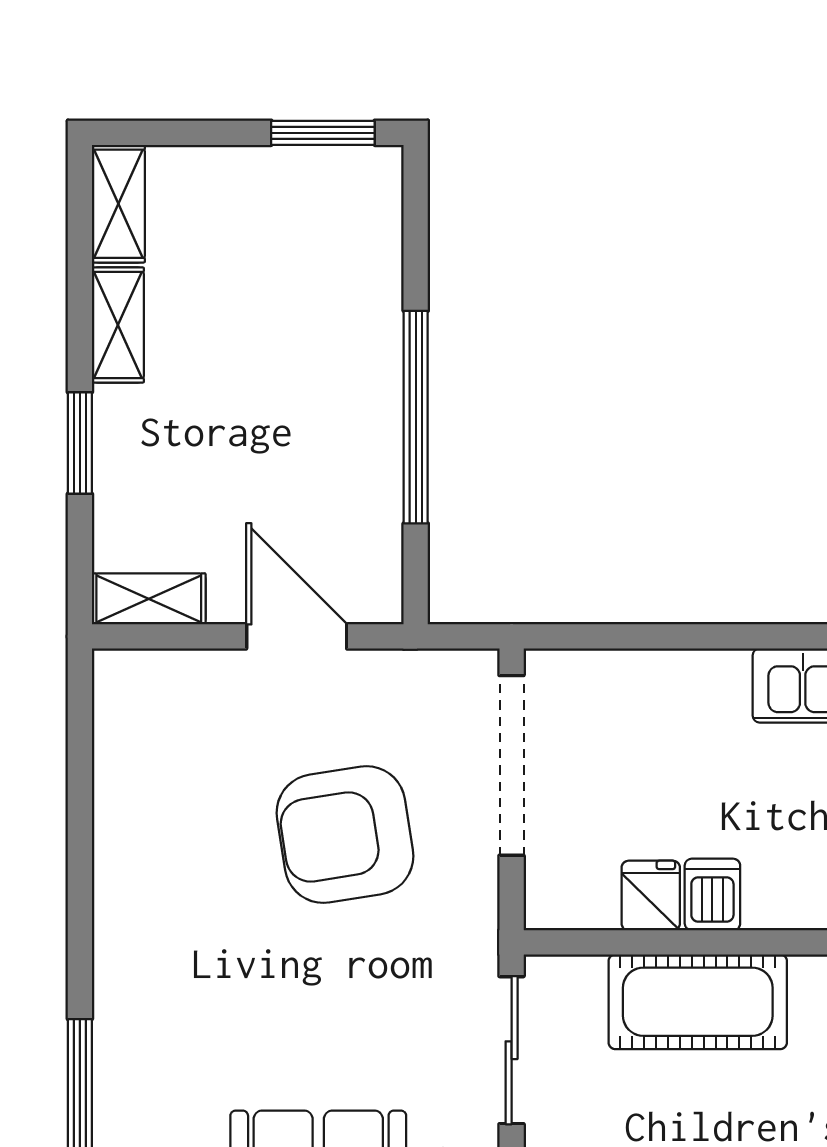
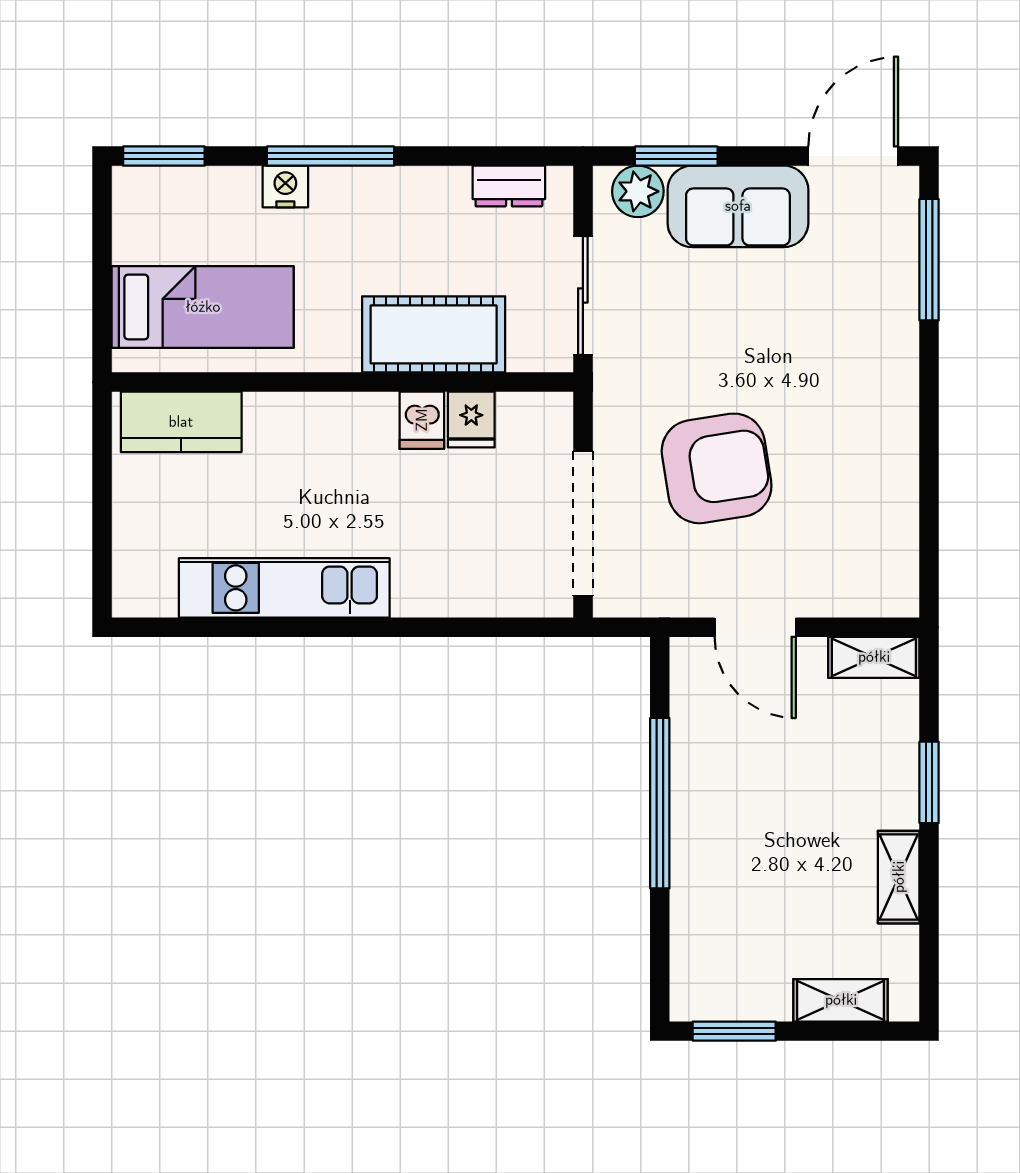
shelving: (118, 204) -> (841, 1000), moved, turned 90

